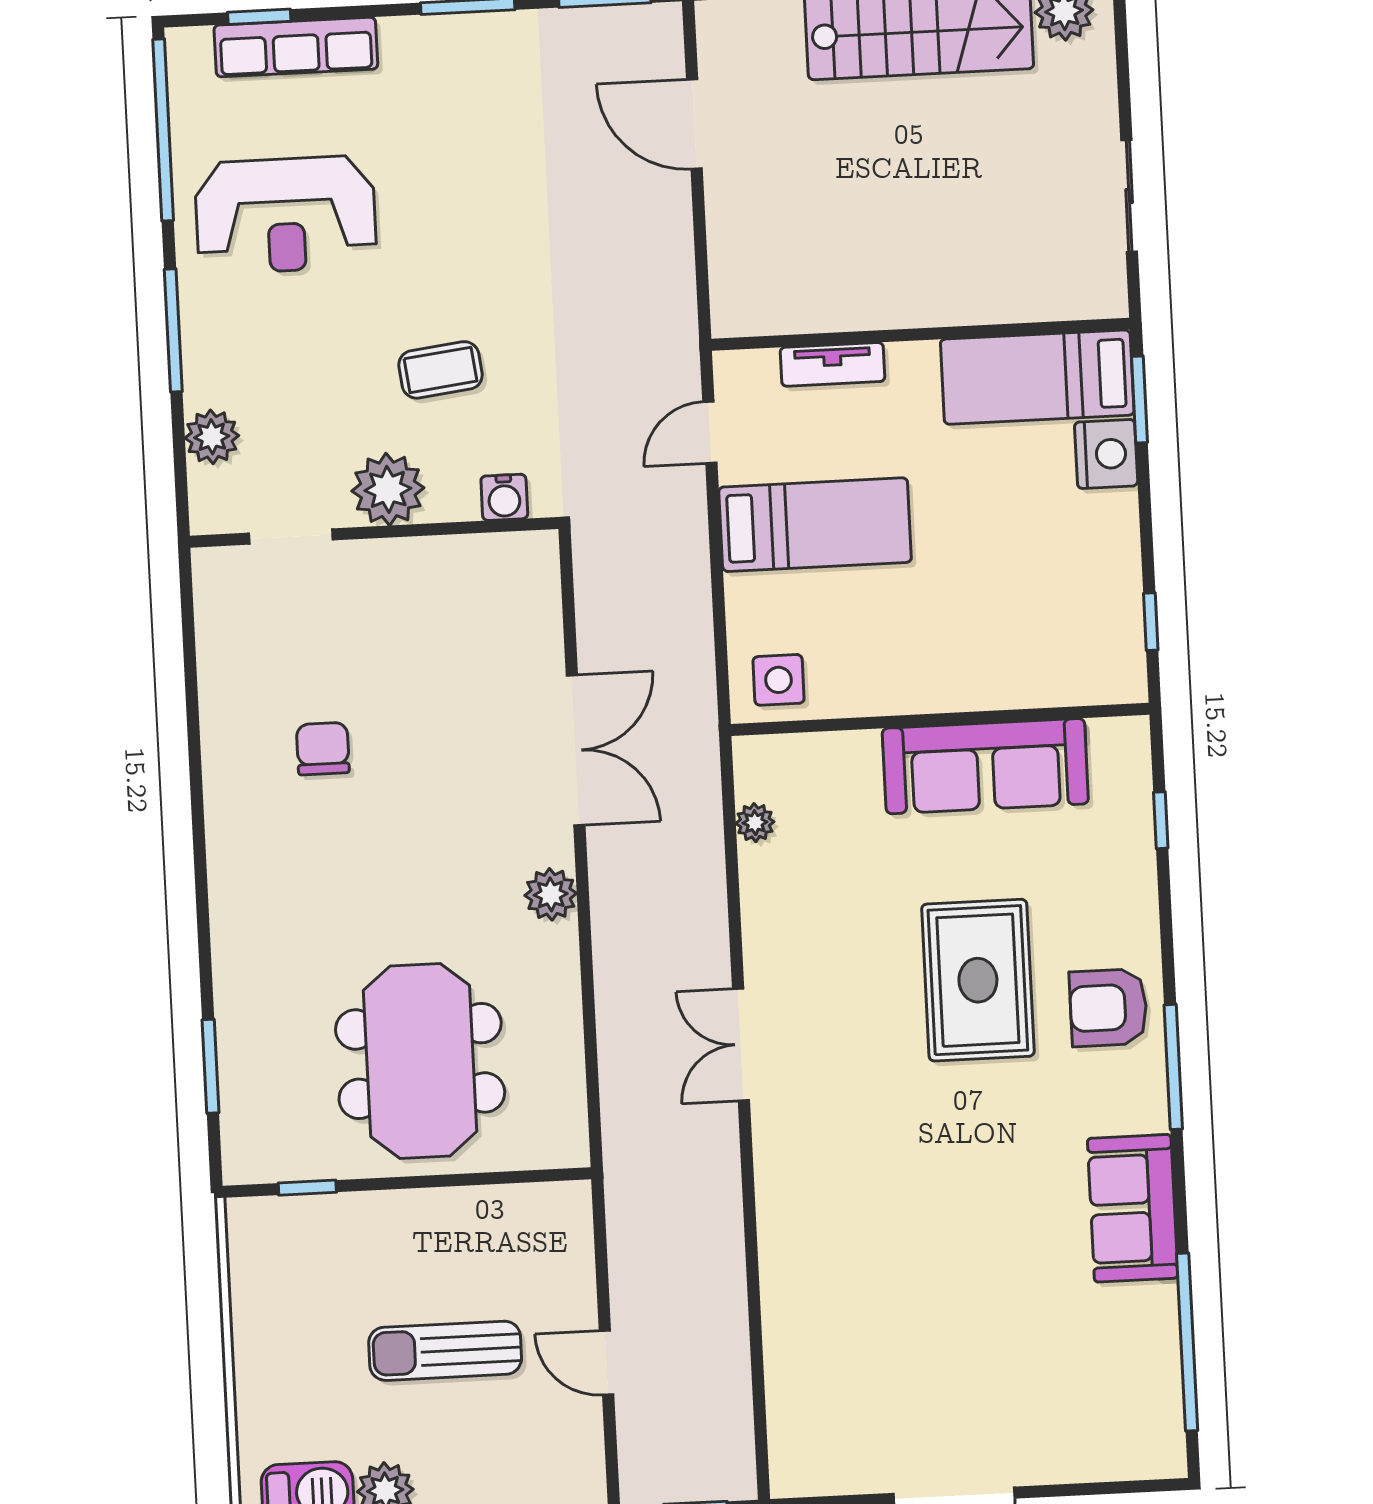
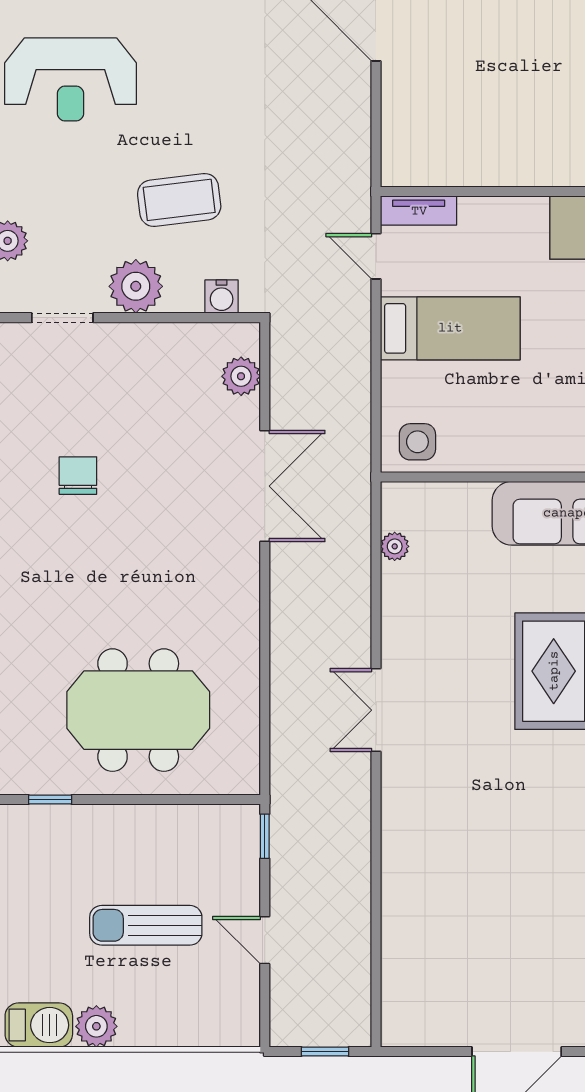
tv unit: (832, 364) -> (419, 211), moved
coffee table: (440, 370) -> (179, 200), width x1.36, depth x1.30
door: (710, 432) -> (376, 256), hinge flipped
plant: (551, 894) -> (241, 376), moved
meeting table: (420, 1061) -> (138, 710), turned 90
window: (600, 1222) -> (265, 836), added

